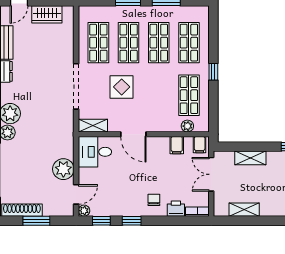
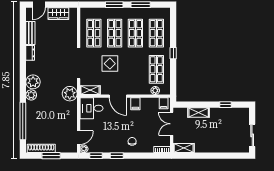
filing cabinet: (177, 145) -> (135, 104), moved
plant: (63, 169) -> (70, 94), moved
printer: (176, 209) -> (147, 147), removed
shelving: (244, 210) -> (184, 148), moved

